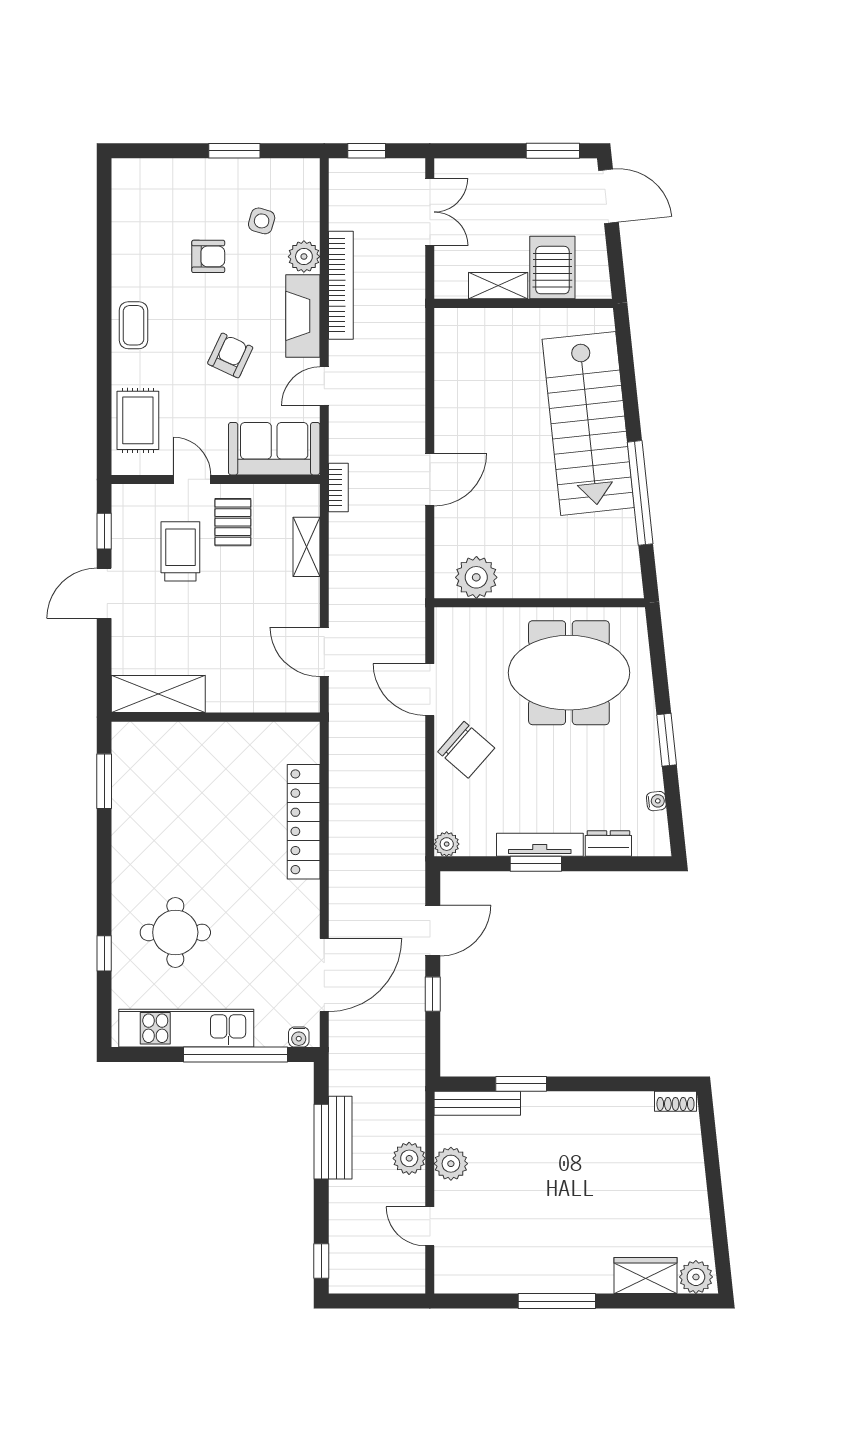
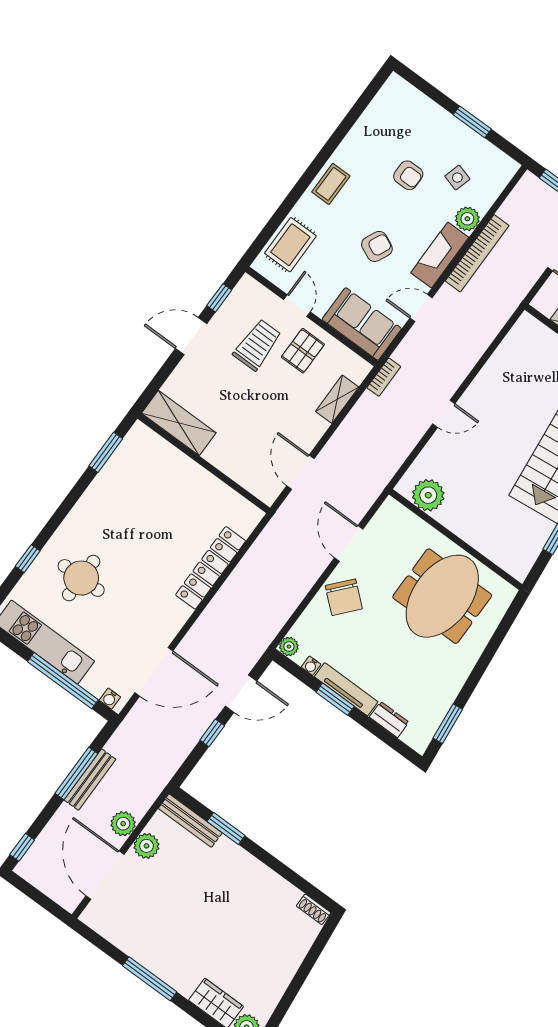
door: (430, 480) -> (444, 414), width x0.73
meeting table: (569, 673) -> (442, 596), turned 90
window: (667, 740) -> (448, 724), moved
water cooler: (656, 801) -> (311, 666), moved, turned 96
door: (430, 1226) -> (105, 875), width x1.87

